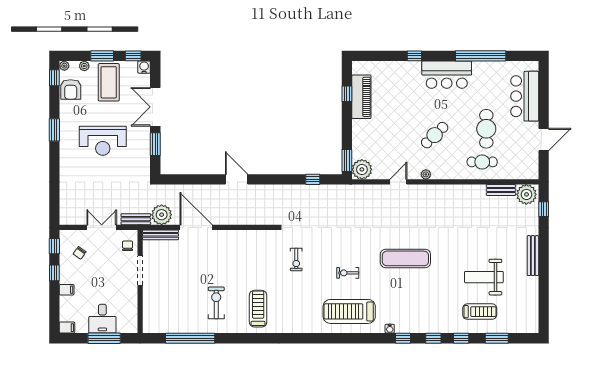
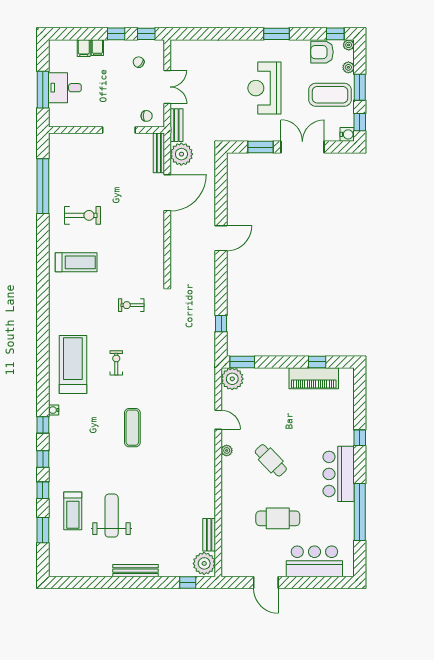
cafe table: (482, 162) -> (241, 514), removed
exercise mat: (405, 258) -> (132, 428), width x0.73, depth x0.69
filing cabinet: (67, 328) -> (84, 48), moved

